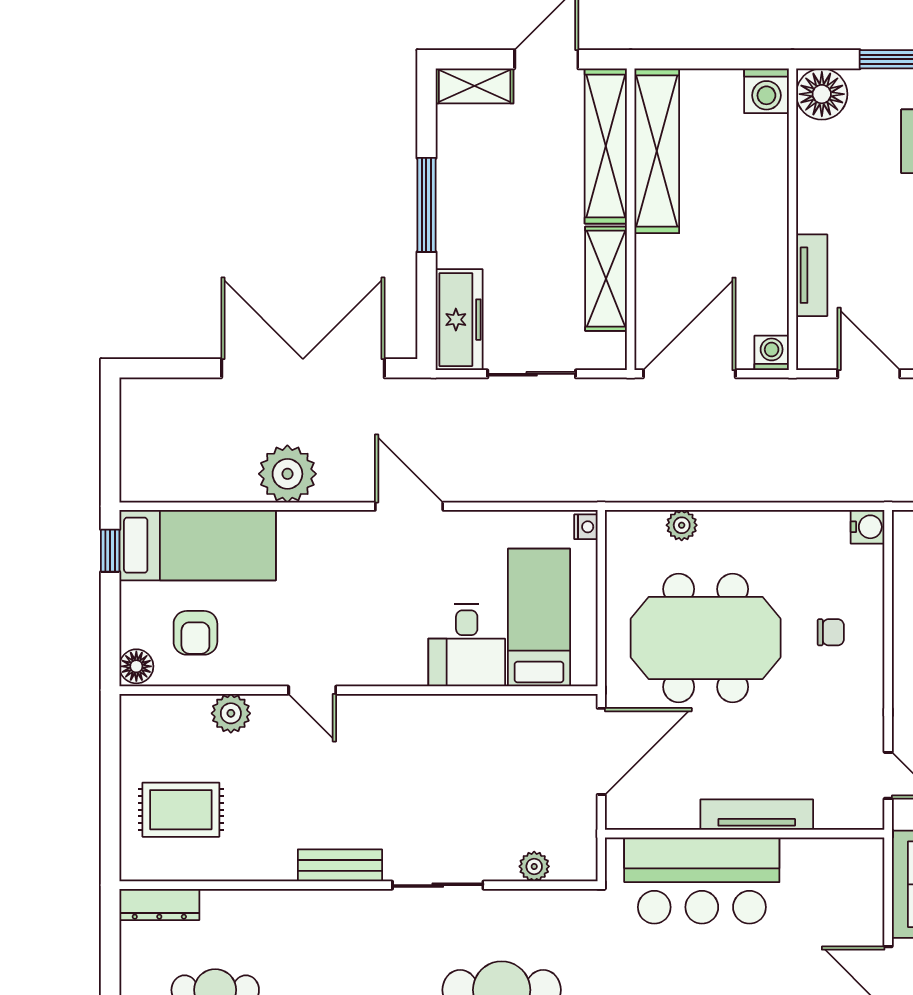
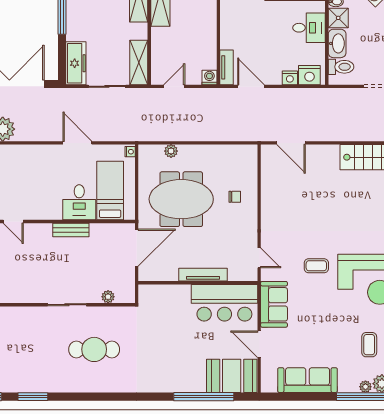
tv unit: (812, 275) -> (227, 67), moved
shelving: (606, 279) -> (139, 62), moved
door: (689, 374) -> (174, 86), width x0.53
door: (409, 506) -> (77, 143), moved
water cooler: (868, 527) -> (250, 152), removed
bench: (340, 865) -> (71, 230), moved
bar counter: (702, 880) -> (224, 303), moved

